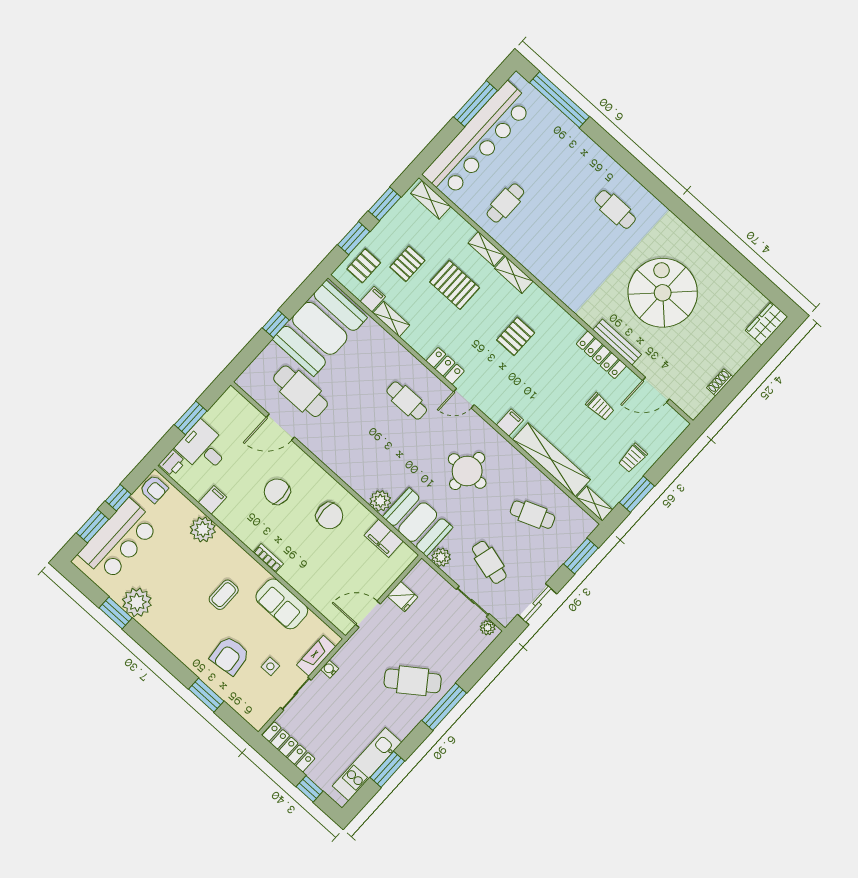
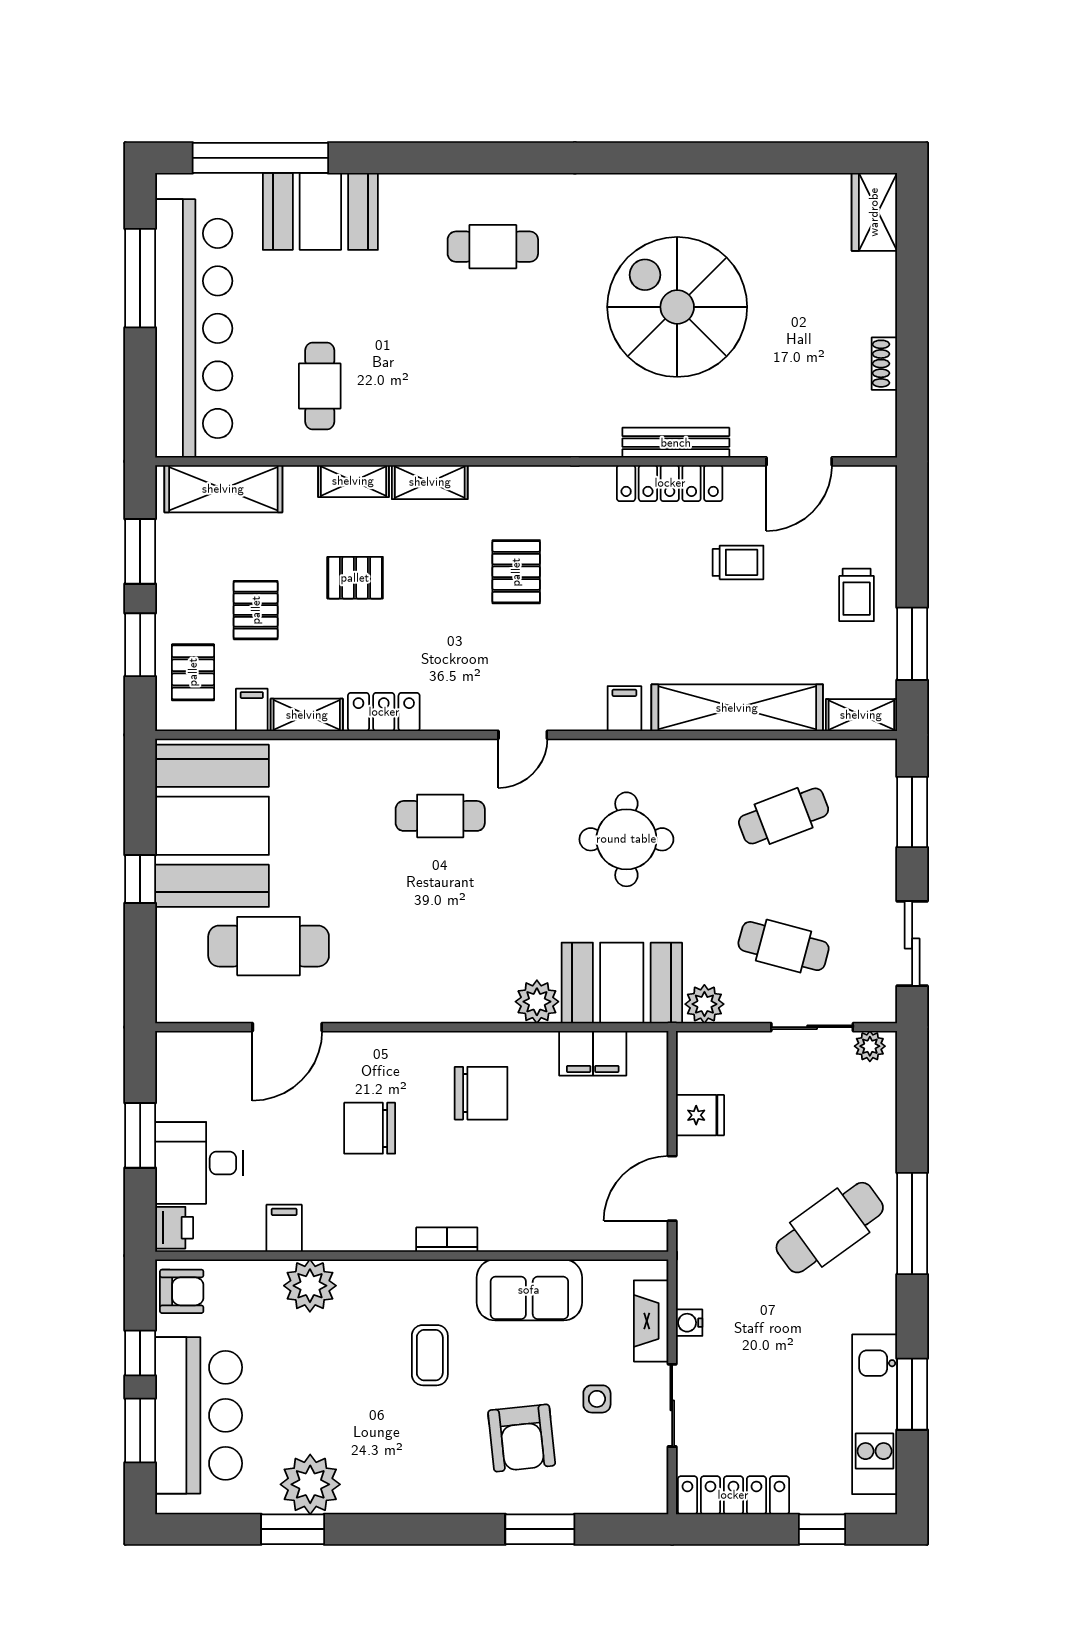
booth: (564, 139) -> (320, 211), added
shelving: (431, 200) -> (223, 489), width x1.50, depth x1.33
pallet: (455, 285) -> (355, 578), width x0.67, depth x0.71
locker: (445, 366) -> (384, 712), moved

